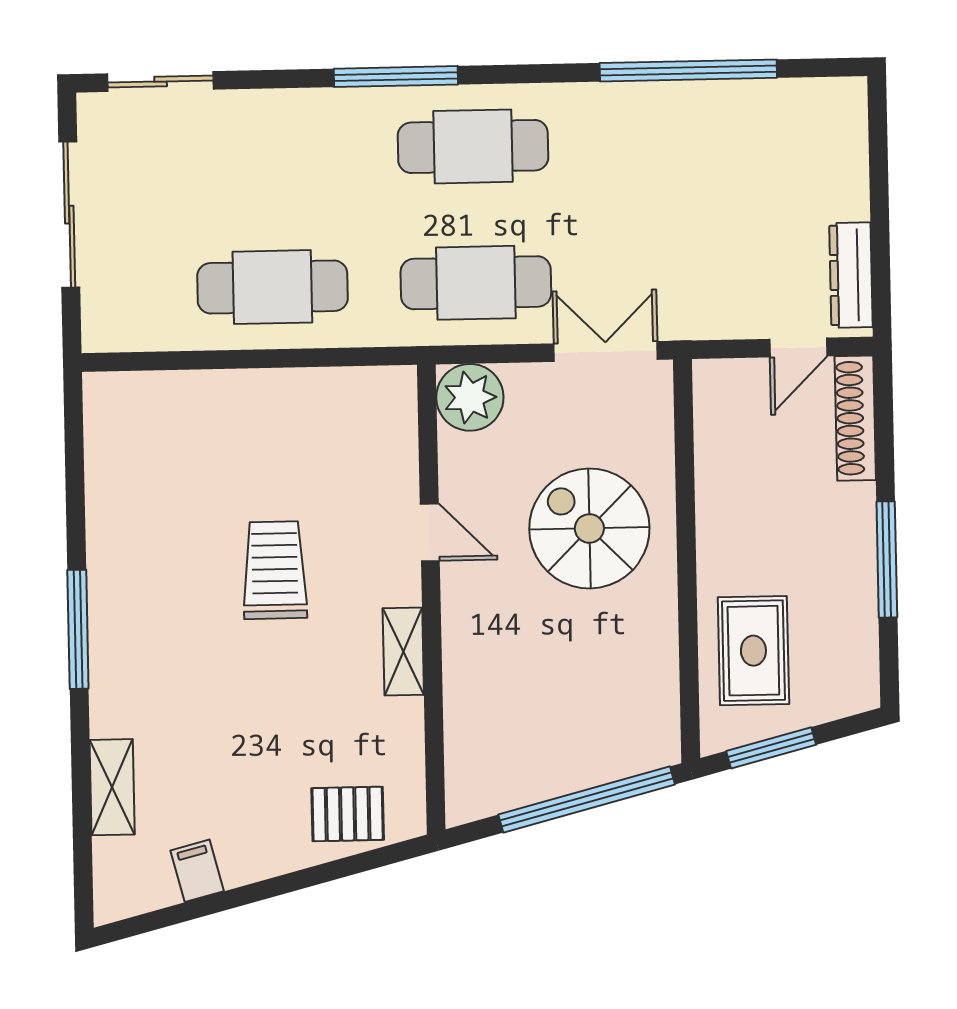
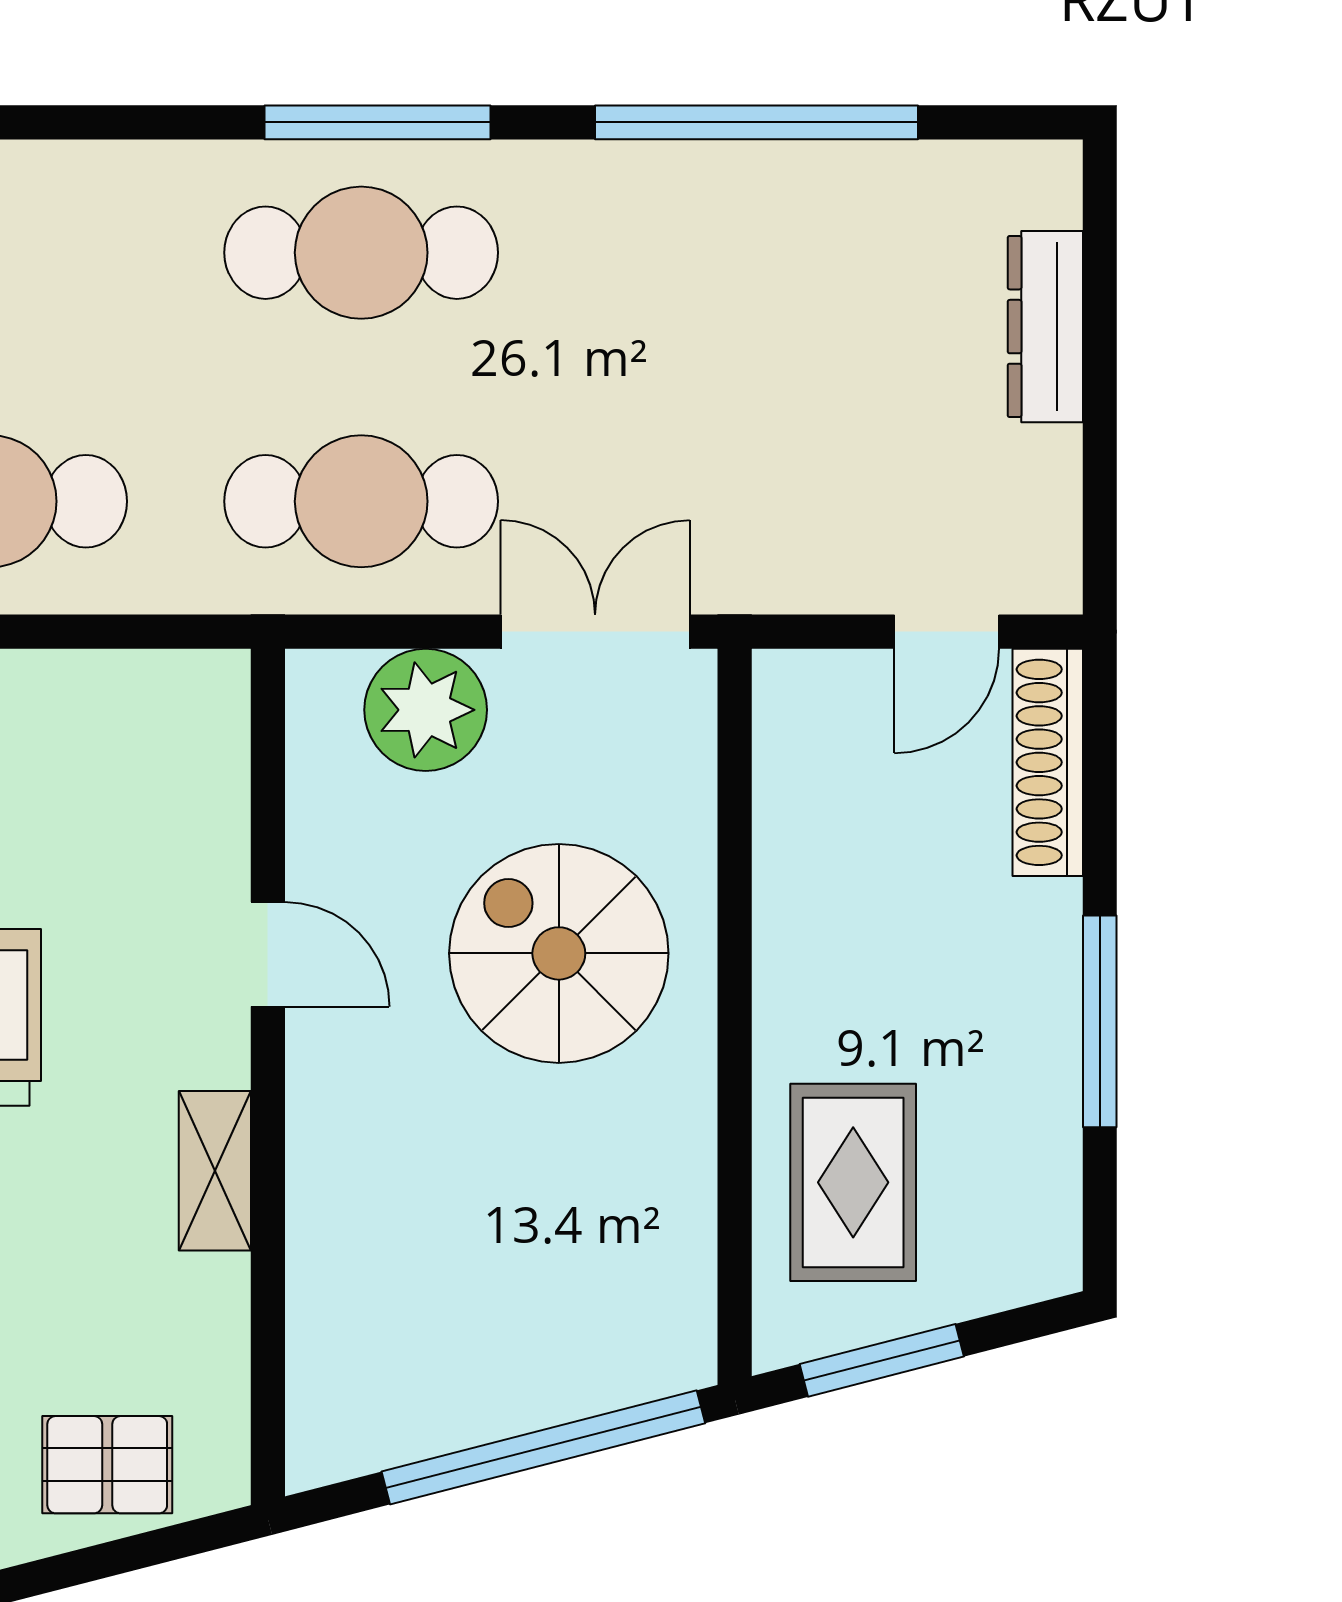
window: (396, 77) -> (378, 122), moved
dresser: (851, 275) -> (1045, 327), moved
plant: (470, 397) -> (426, 710), moved

